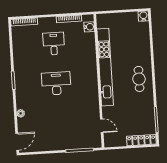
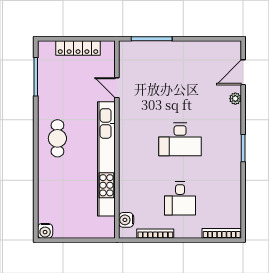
door: (102, 126) -> (117, 88), moved
locker: (141, 140) -> (78, 48), moved
door: (17, 142) -> (243, 72), moved

